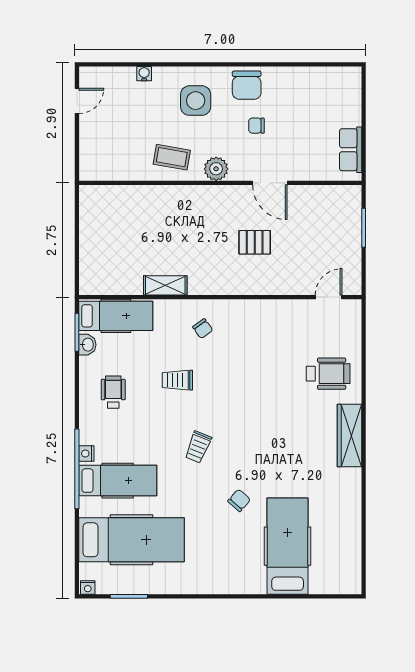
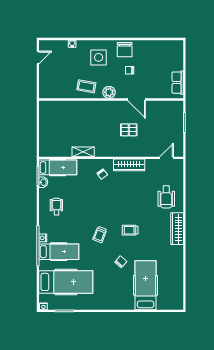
wardrobe: (255, 311) -> (129, 165), added
wheelchair: (328, 374) -> (166, 197), turned 90
trolley: (177, 380) -> (130, 230), moved

